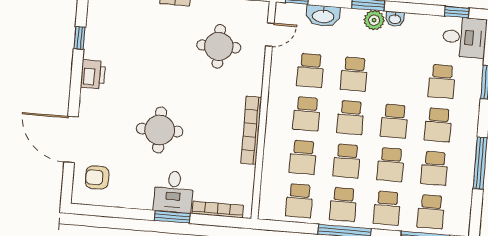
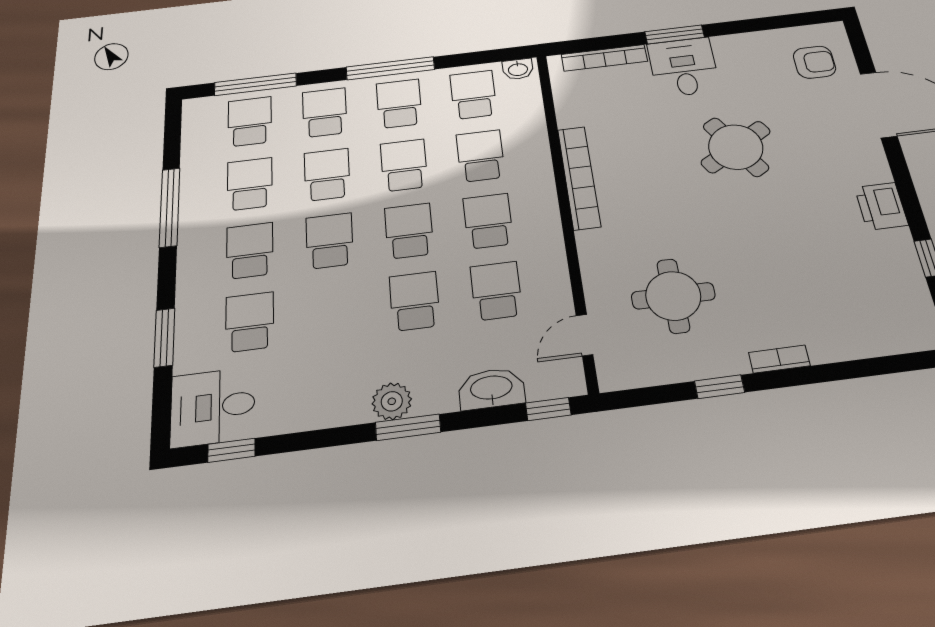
washbasin: (395, 19) -> (518, 69), moved, turned 180
round table: (160, 130) -> (736, 147), turned -31

